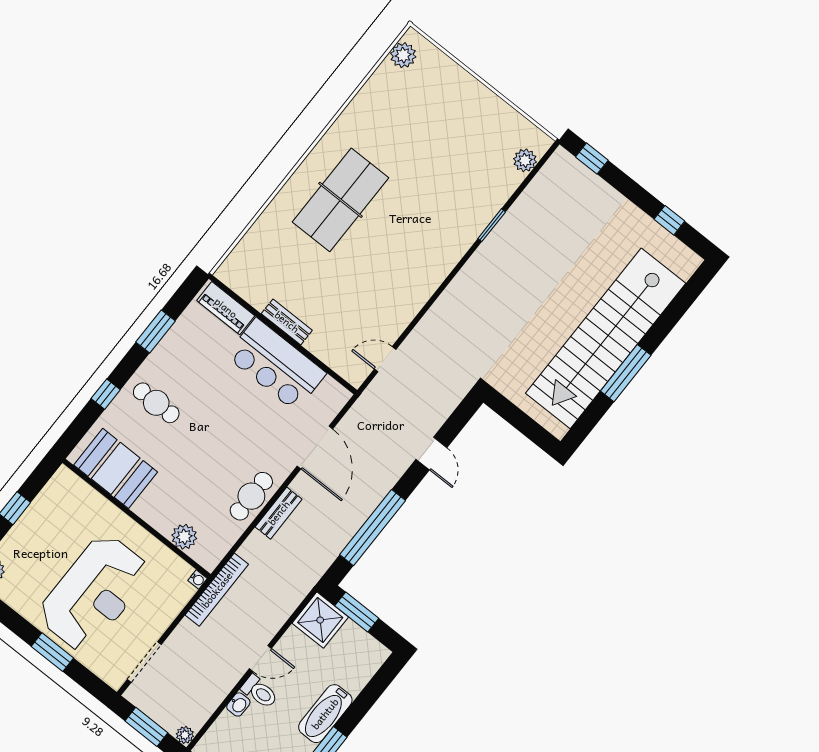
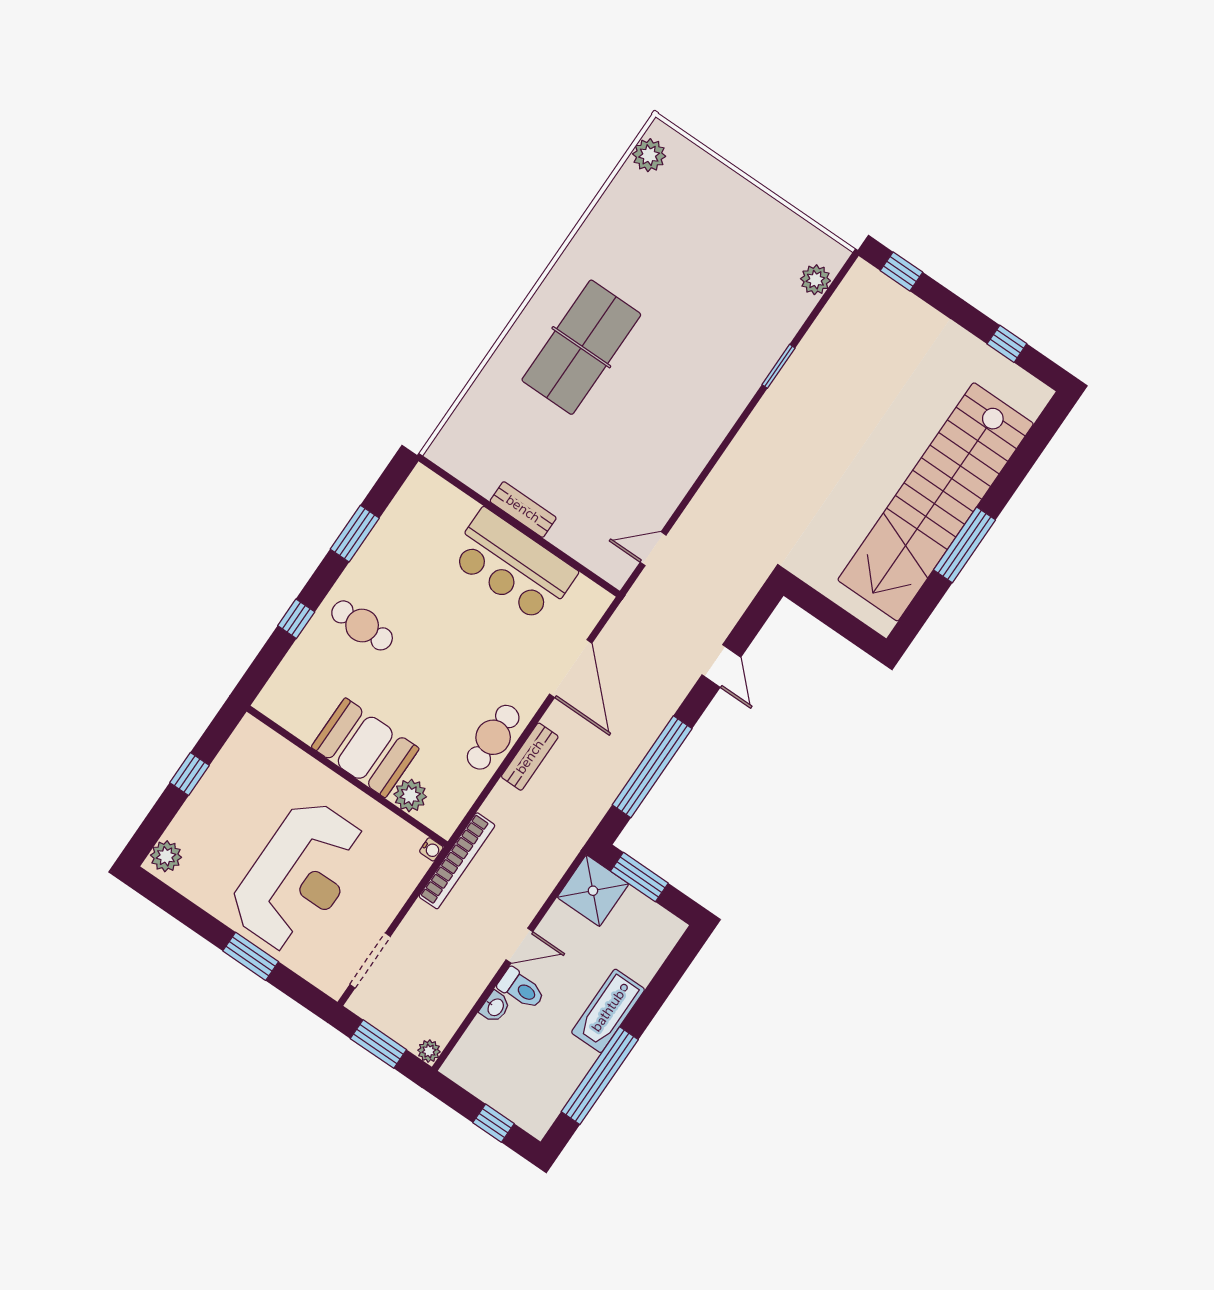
piano: (226, 308) -> (443, 497), removed
booth: (116, 468) -> (365, 748), moved

